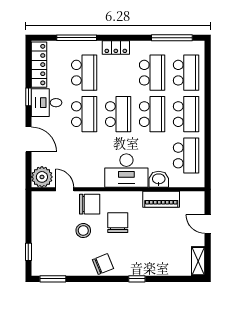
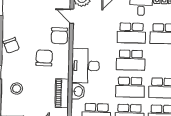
door: (65, 189) -> (72, 16), swing flipped
chair: (118, 223) -> (44, 58), turned -88
stool: (83, 231) -> (17, 89), moved

